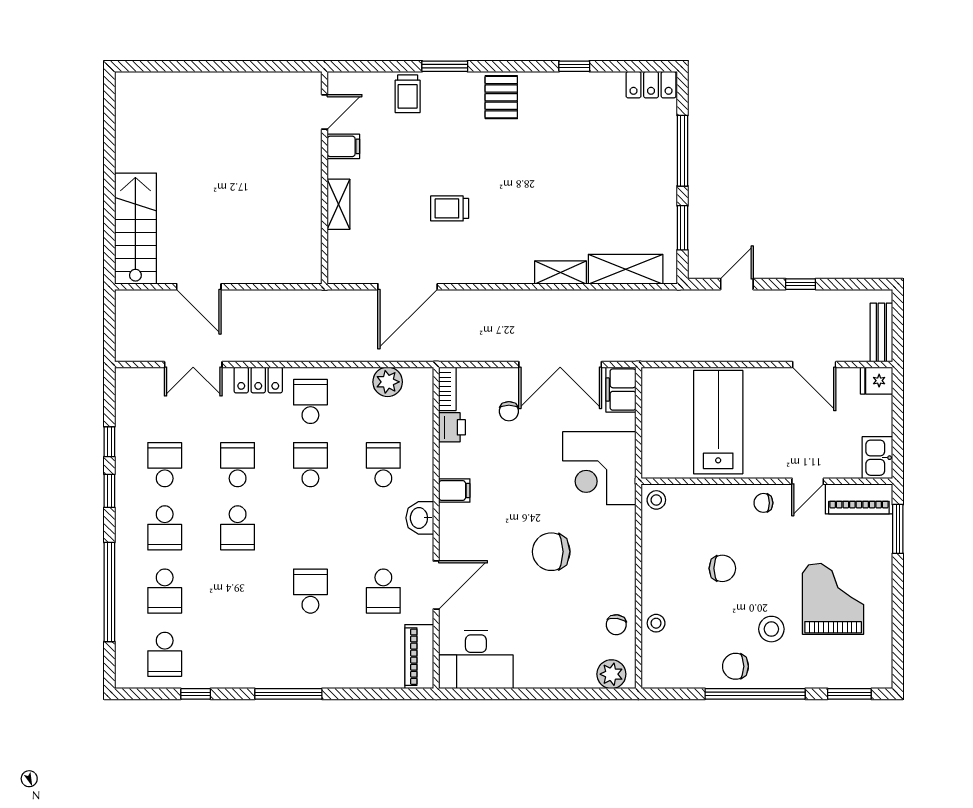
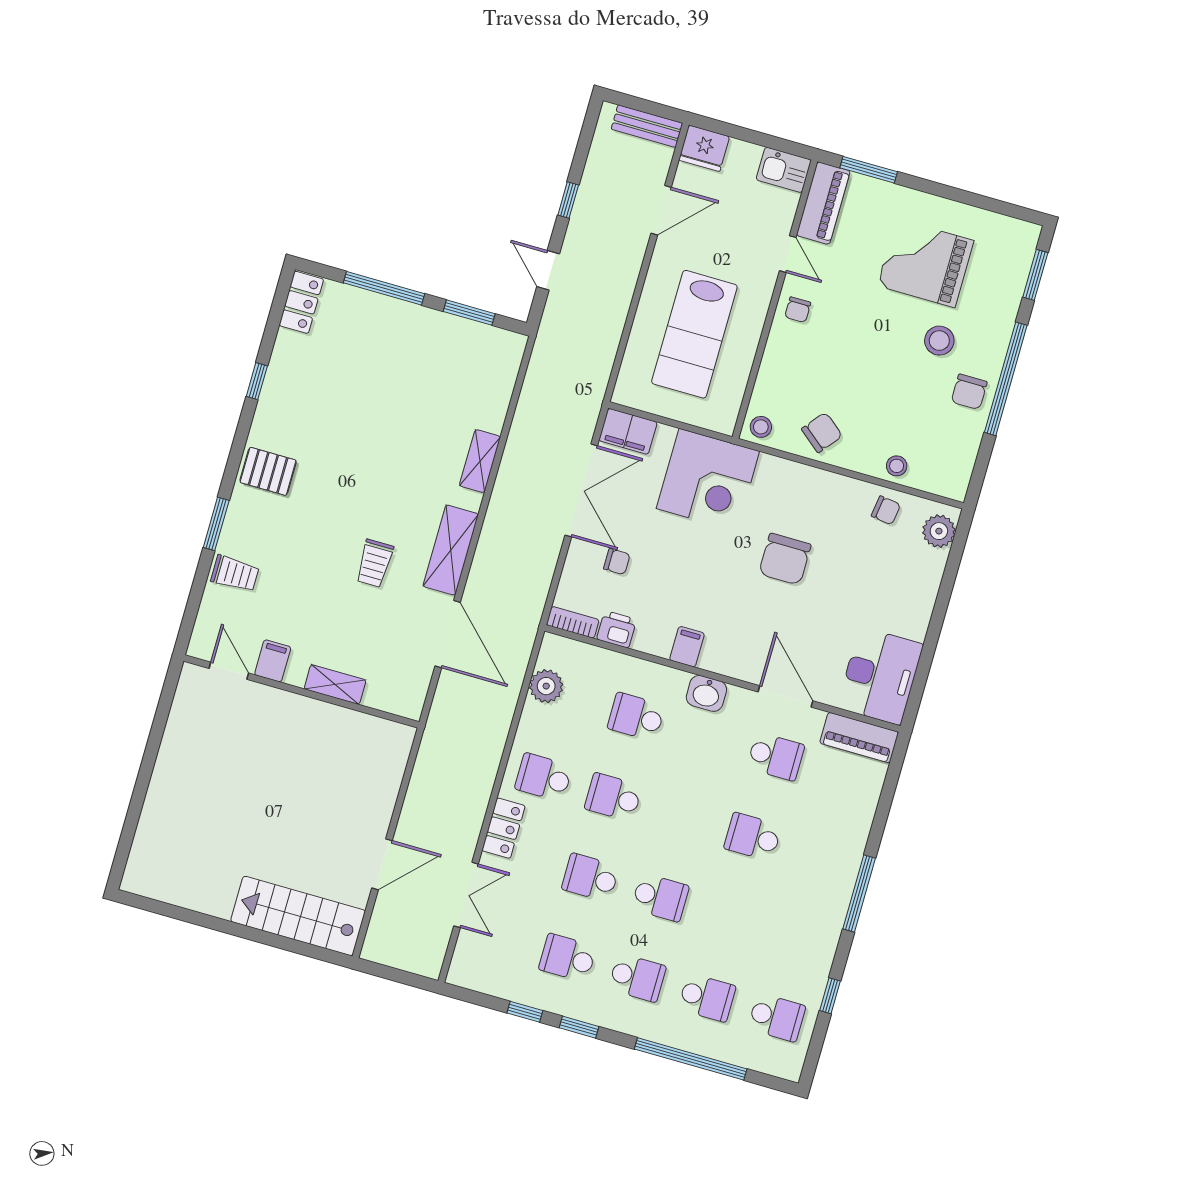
shelving: (626, 269) -> (451, 550), moved
fridge: (877, 381) -> (704, 148), width x1.38
lab bench: (718, 422) -> (694, 334), turned -90
chair: (722, 568) -> (822, 432), moved, turned 39

